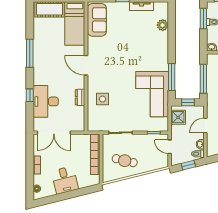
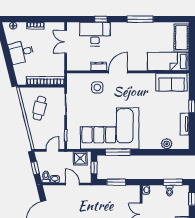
door: (86, 65) -> (118, 72), moved
window: (203, 79) -> (116, 182), width x0.69
corner sofa: (152, 94) -> (110, 128), width x1.36, depth x1.36
double door: (54, 133) -> (66, 42), width x0.73

